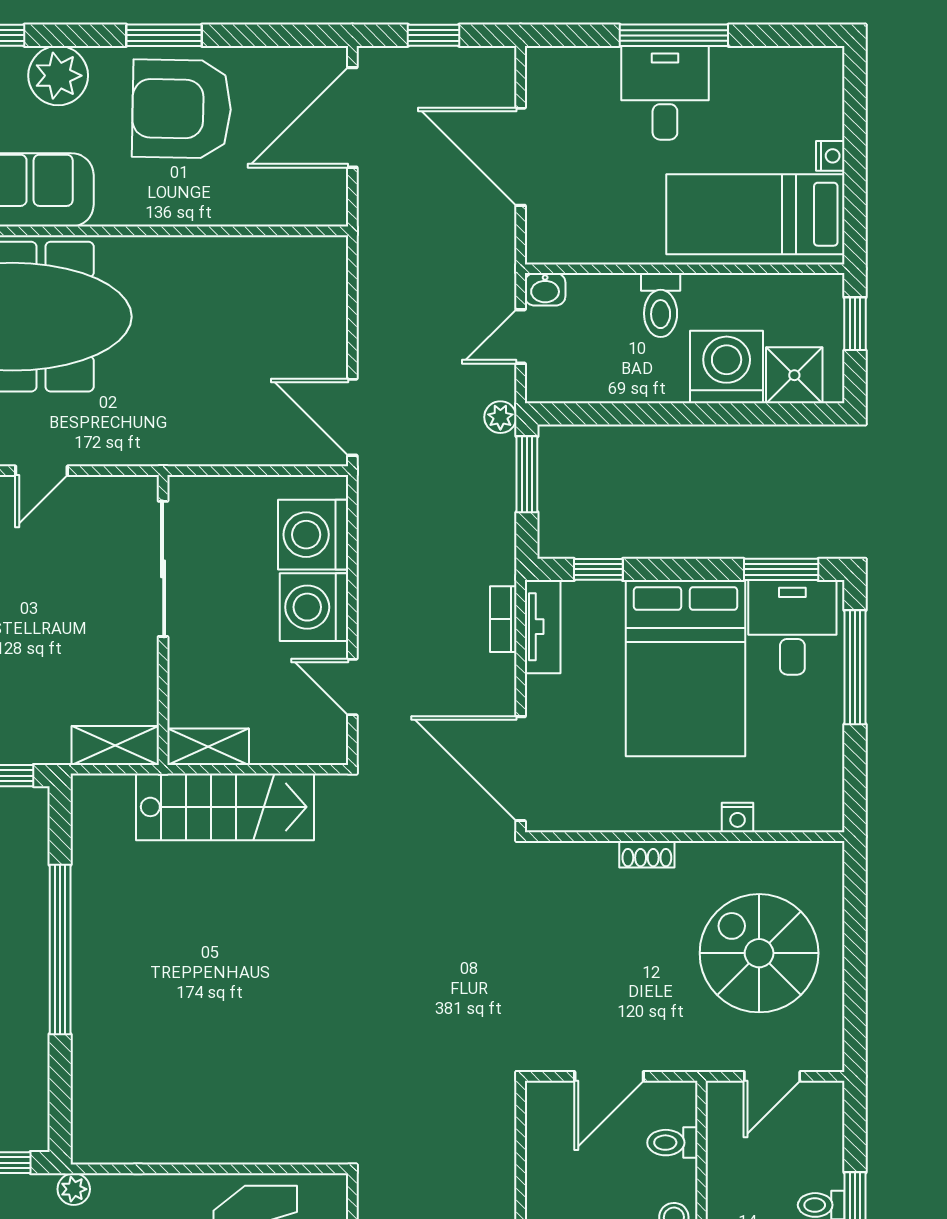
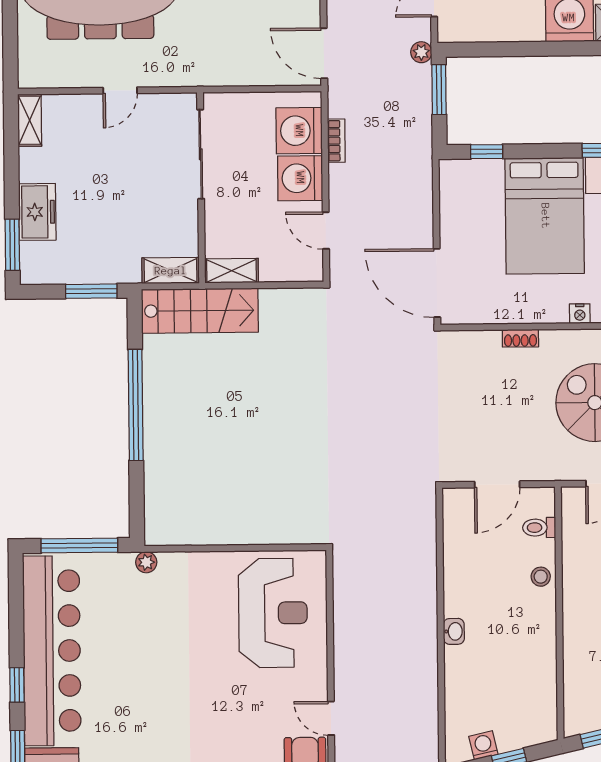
bookcase: (503, 619) -> (336, 141), moved, turned 180
tv unit: (543, 627) -> (450, 190), removed
stairs: (225, 807) -> (200, 311), moved

